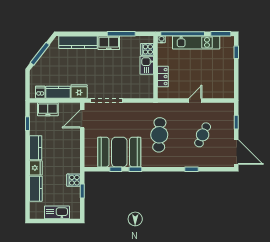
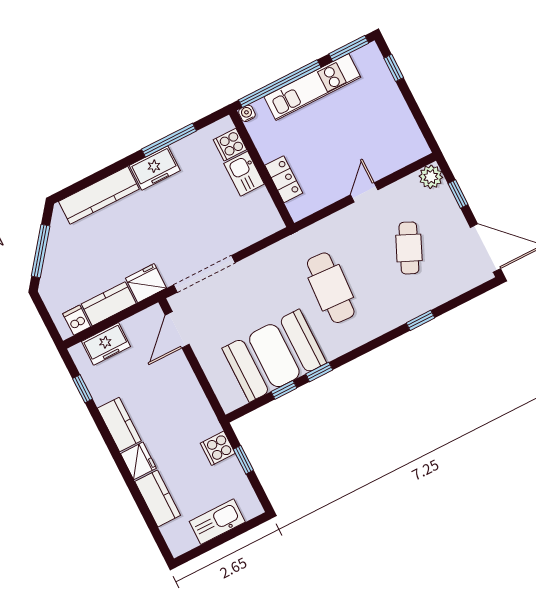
plant: (228, 108) -> (431, 177), added

